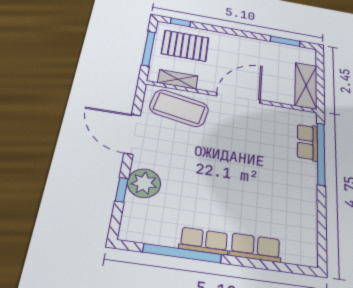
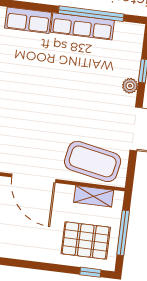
door: (238, 98) -> (34, 178), hinge flipped
plant: (144, 183) -> (130, 86), width x0.53, depth x0.53
row of seats: (204, 241) -> (82, 26), width x1.48

